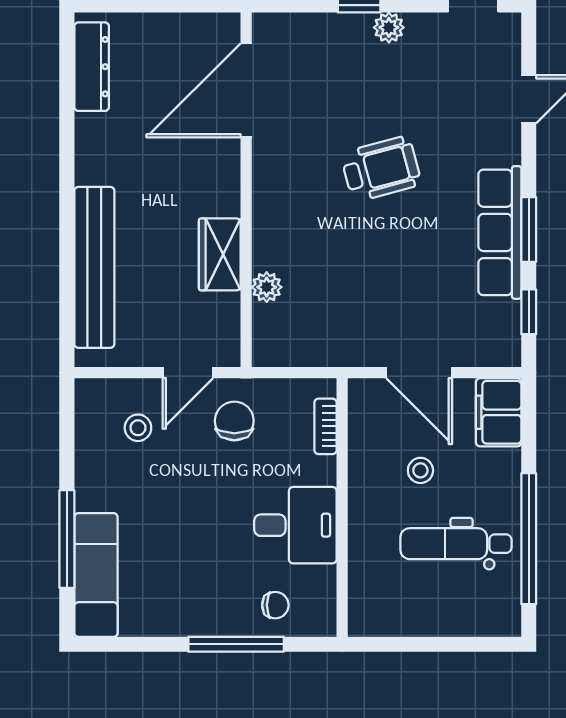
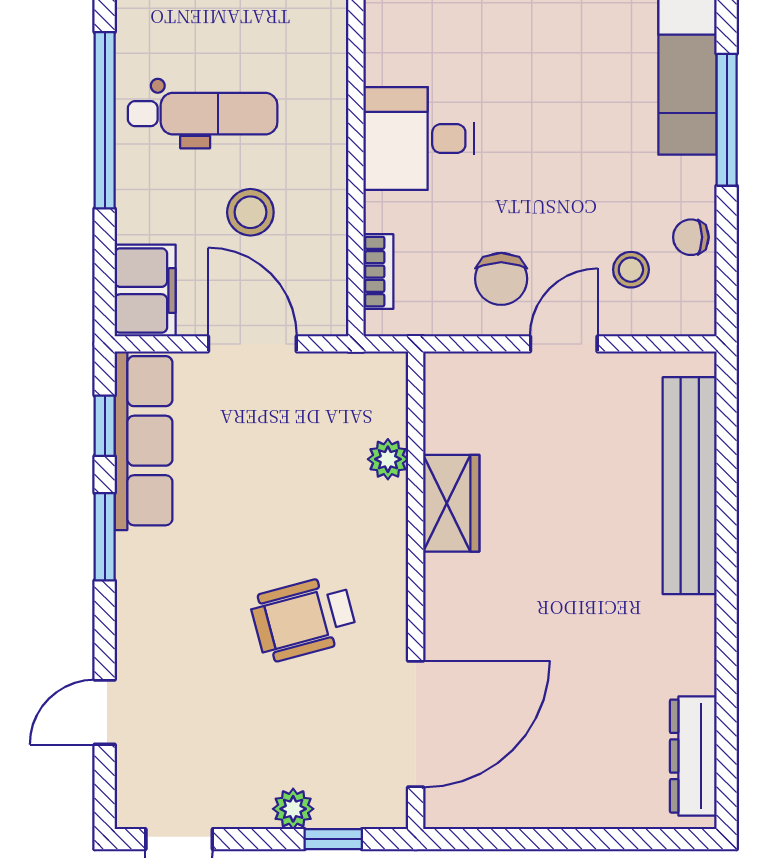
door: (246, 90) -> (416, 724), moved
wall: (246, 190) -> (416, 590), moved
row of seats: (500, 232) -> (143, 441), moved
wardrobe: (220, 254) -> (451, 503), moved
plant: (267, 287) -> (388, 459), moved
stool: (420, 470) -> (250, 212), width x1.37, depth x1.37
chair: (275, 605) -> (691, 237), moved

